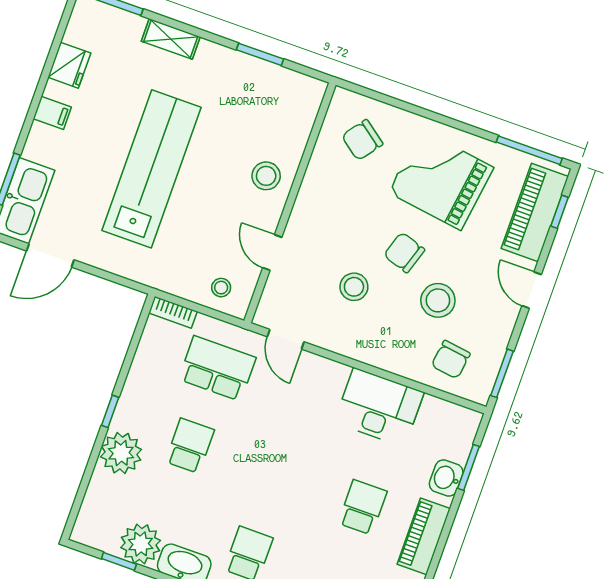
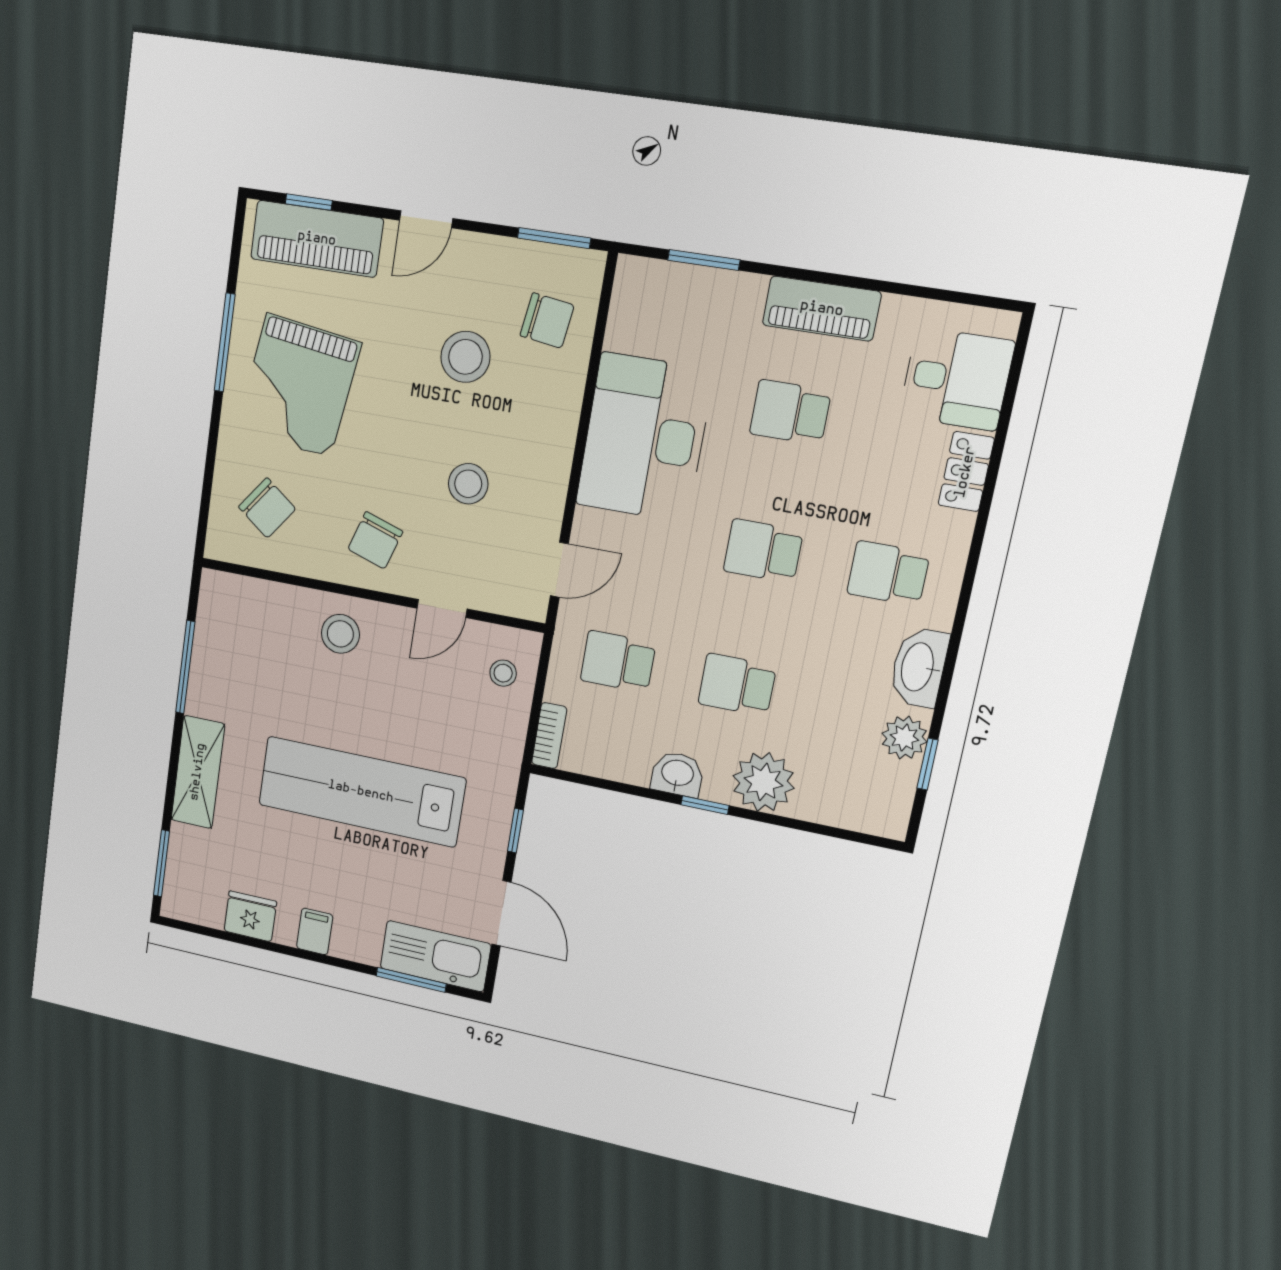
shelving: (171, 39) -> (198, 772), width x1.50, depth x1.33
window: (260, 54) -> (185, 667), width x1.44
window: (529, 150) -> (225, 343), moved
chair: (404, 253) -> (375, 540), moved
window: (109, 276) -> (515, 831), added
school desk: (217, 368) -> (618, 662), width x0.54
desk: (379, 407) -> (644, 438), width x1.36, depth x1.30
school desk: (276, 477) -> (763, 551), added
washbasin: (446, 478) -> (677, 774), moved, turned 180
plant: (141, 544) -> (904, 738), width x0.73, depth x0.73

